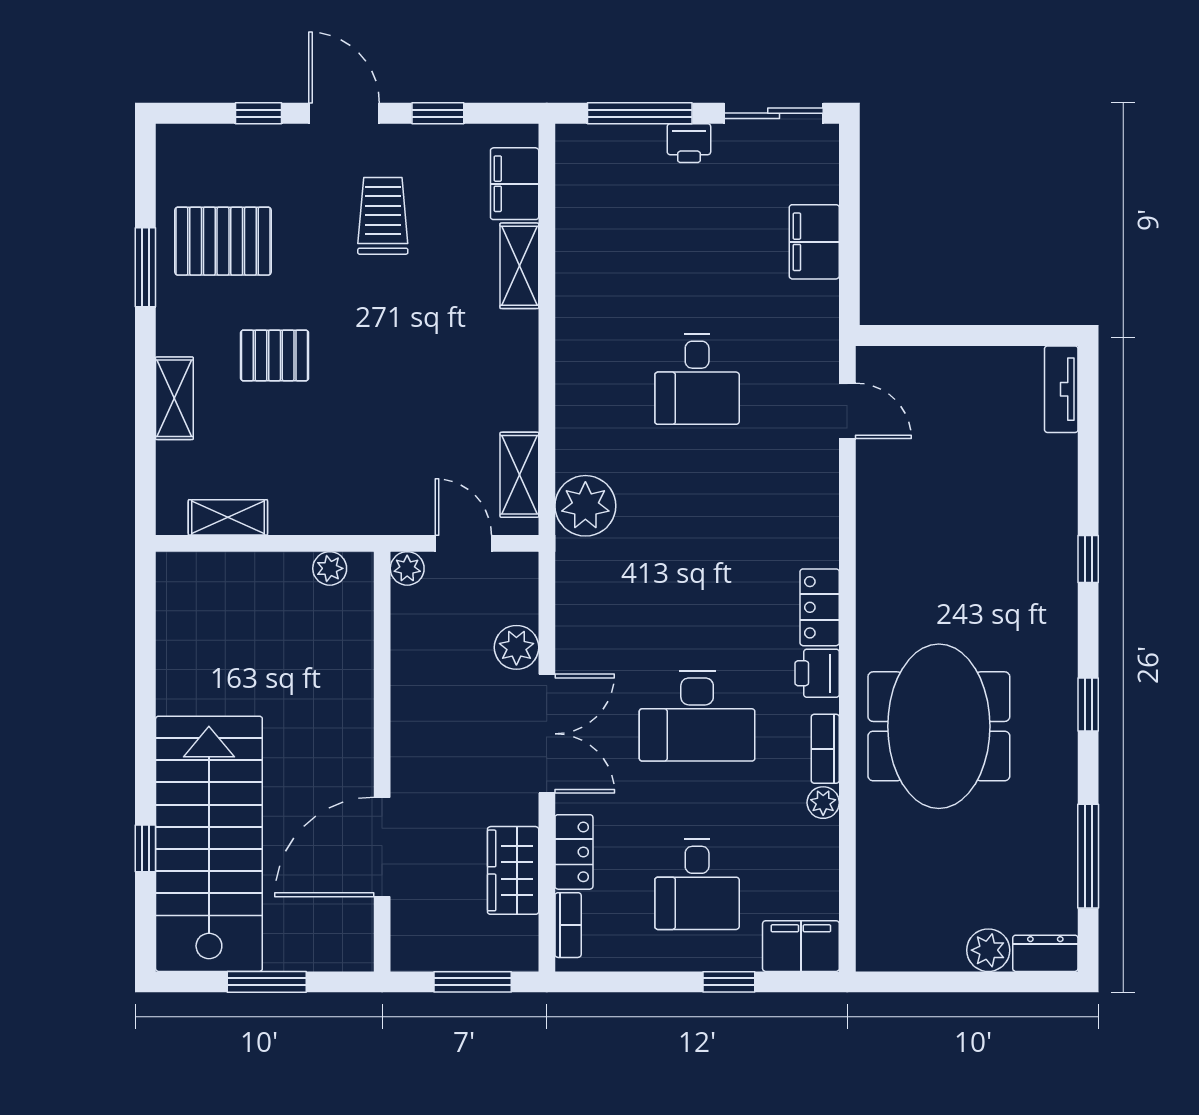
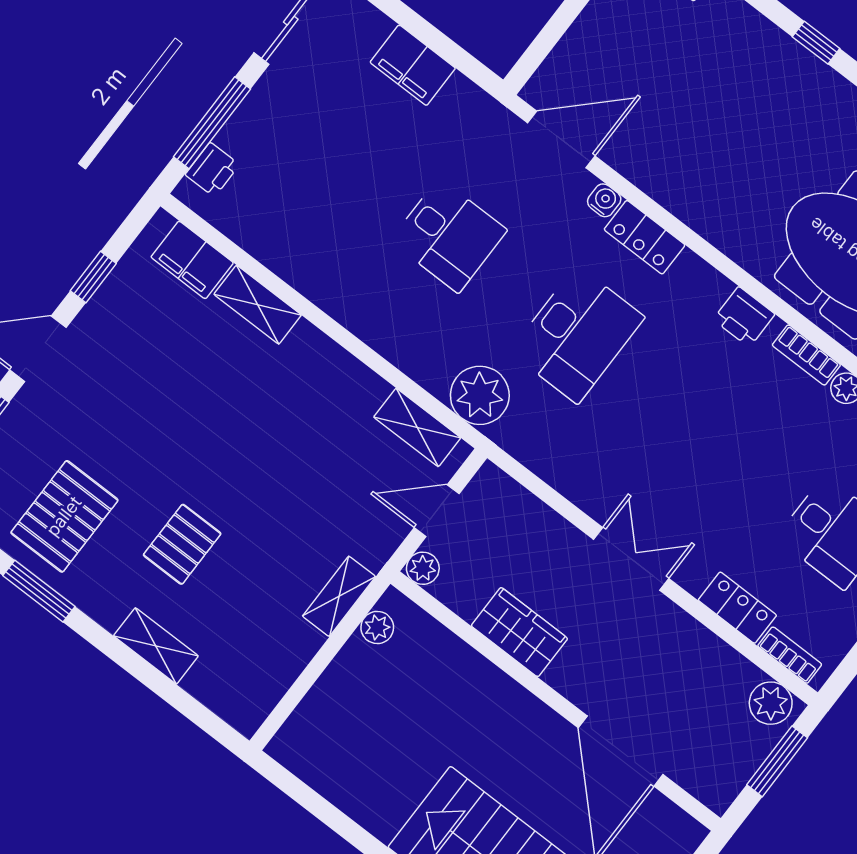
printer: (689, 143) -> (212, 170), moved
trolley: (383, 216) -> (139, 379), removed
door: (847, 411) -> (561, 139), width x1.38
water cooler: (824, 485) -> (604, 200), added
shelving: (228, 517) -> (339, 596), moved
locker: (820, 607) -> (645, 237), moved
plant: (516, 647) -> (771, 703), moved
desk: (697, 716) -> (577, 335), moved
double door: (547, 734) -> (631, 559), width x0.73
wardrobe: (513, 870) -> (519, 632), moved, turned 180

